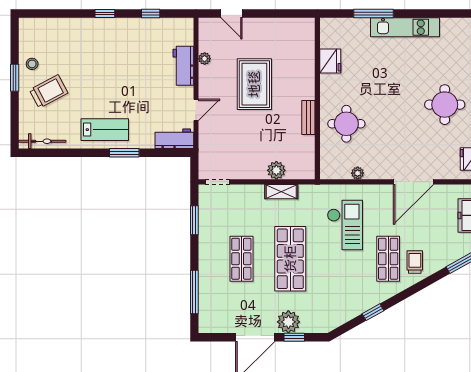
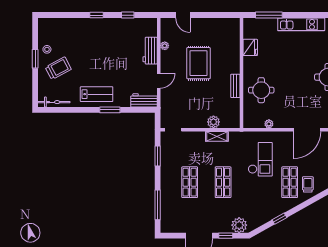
window: (374, 13) -> (269, 15), moved
shop shelf: (290, 259) -> (223, 182), width x0.70, depth x0.74
plant: (288, 322) -> (239, 225), moved

